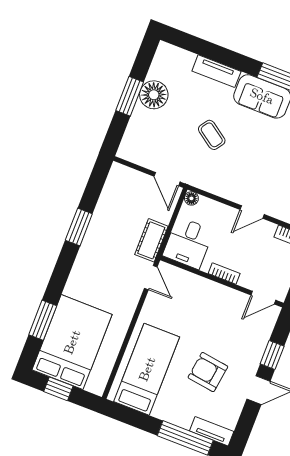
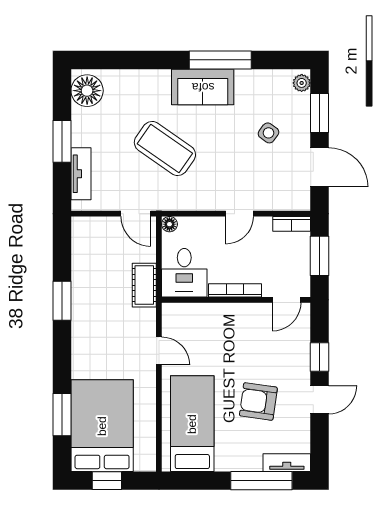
tv unit: (216, 71) -> (81, 174), moved, turned -90
floor lamp: (154, 95) -> (87, 91), moved
coffee table: (212, 135) -> (165, 148), width x1.86, depth x1.72
bookcase: (224, 273) -> (235, 290), width x1.56
door: (151, 278) -> (159, 351), moved

